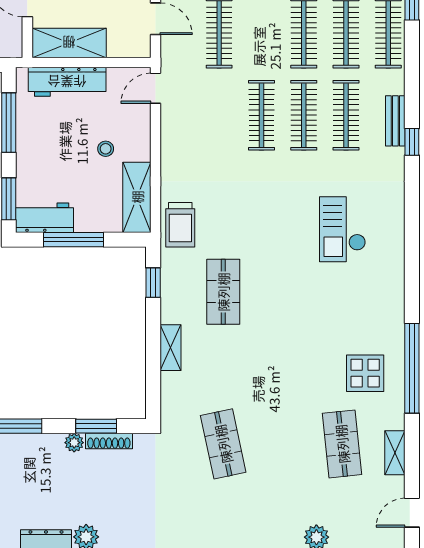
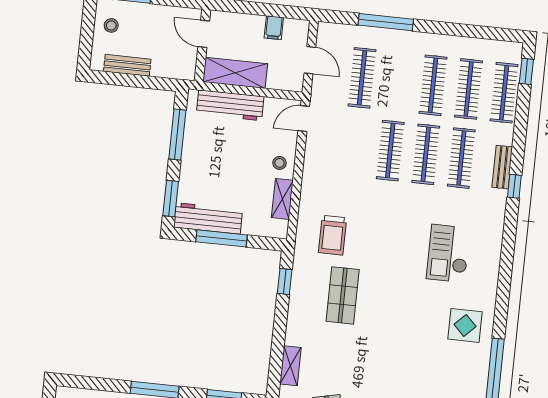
stool: (106, 149) -> (279, 163), moved
shelving: (137, 197) -> (282, 199), width x0.67, depth x0.75
workbench: (45, 218) -> (208, 218), width x1.38
trolley: (180, 225) -> (333, 235), moved
shelving: (171, 348) -> (290, 366), moved
display table: (365, 373) -> (465, 325), moved

